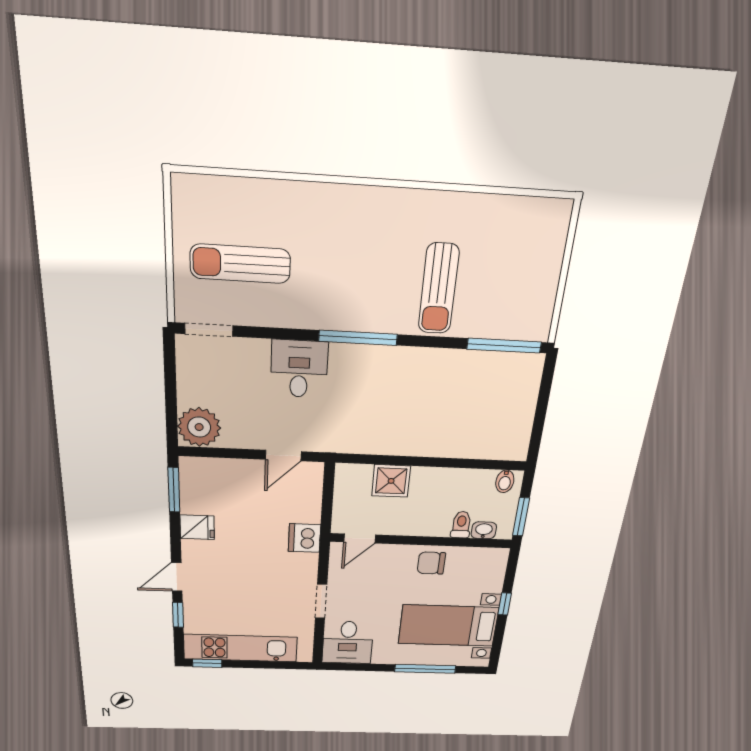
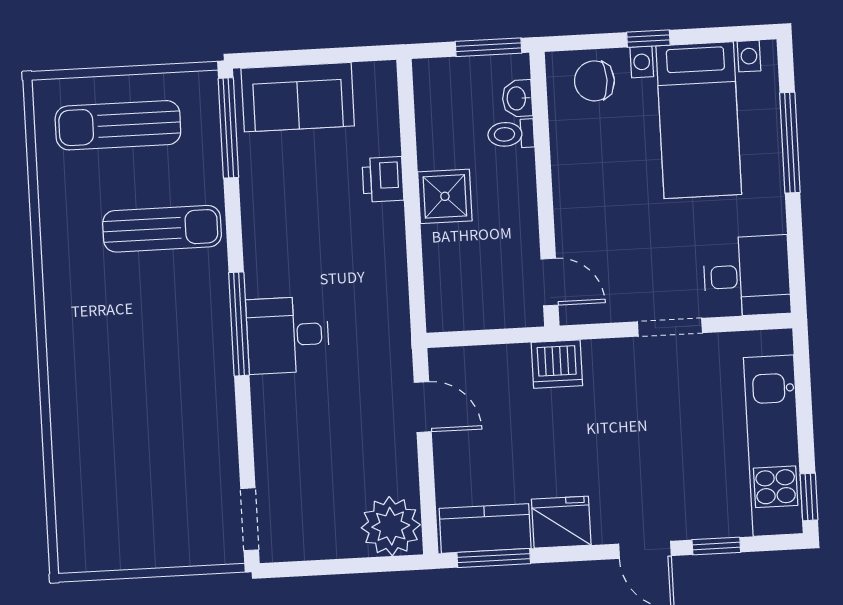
sun lounger: (240, 264) -> (118, 125), moved, turned 90
desk: (299, 369) -> (288, 335), moved
sofa: (516, 396) -> (298, 97), added
printer: (446, 445) -> (383, 179), added
shower: (391, 481) -> (445, 196), moved
bidet: (505, 481) -> (432, 84), removed
kitchen counter: (195, 486) -> (485, 528), added
fridge: (197, 527) -> (561, 522), width x1.38
chair: (431, 563) -> (594, 81), moved, turned 90

